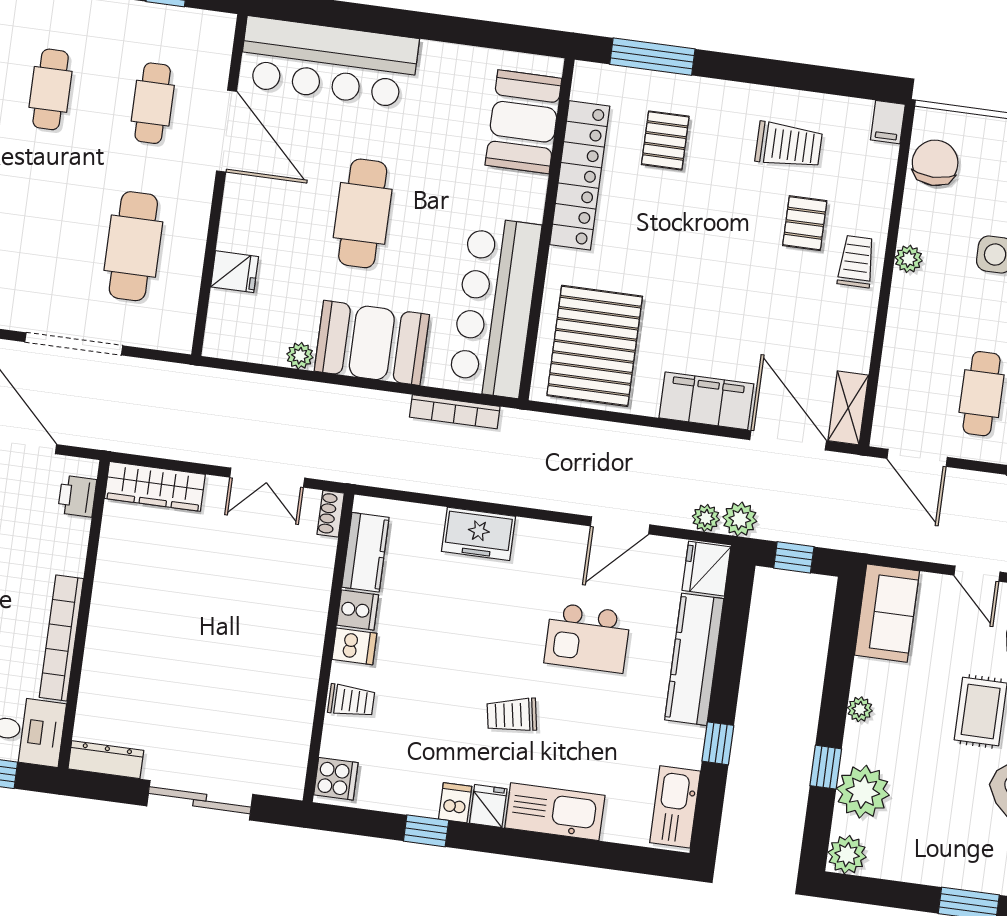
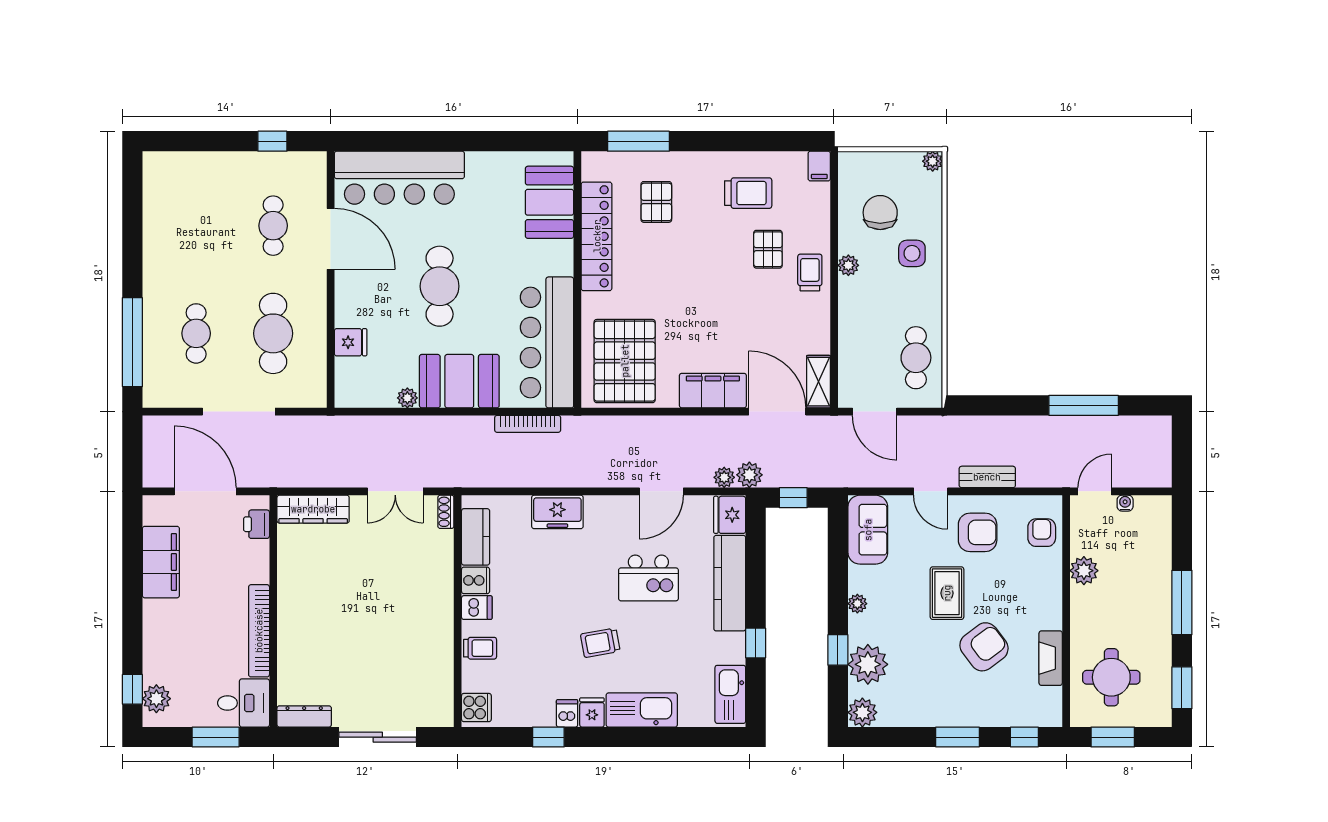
cafe table: (51, 89) -> (196, 333), moved
chair: (935, 163) -> (880, 213), moved

